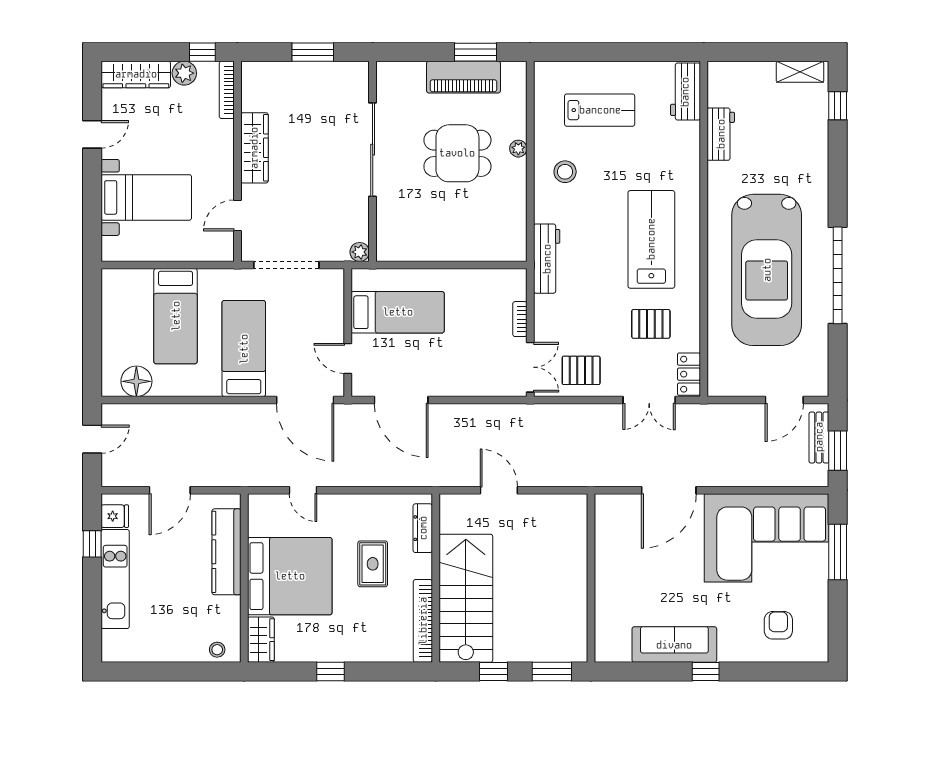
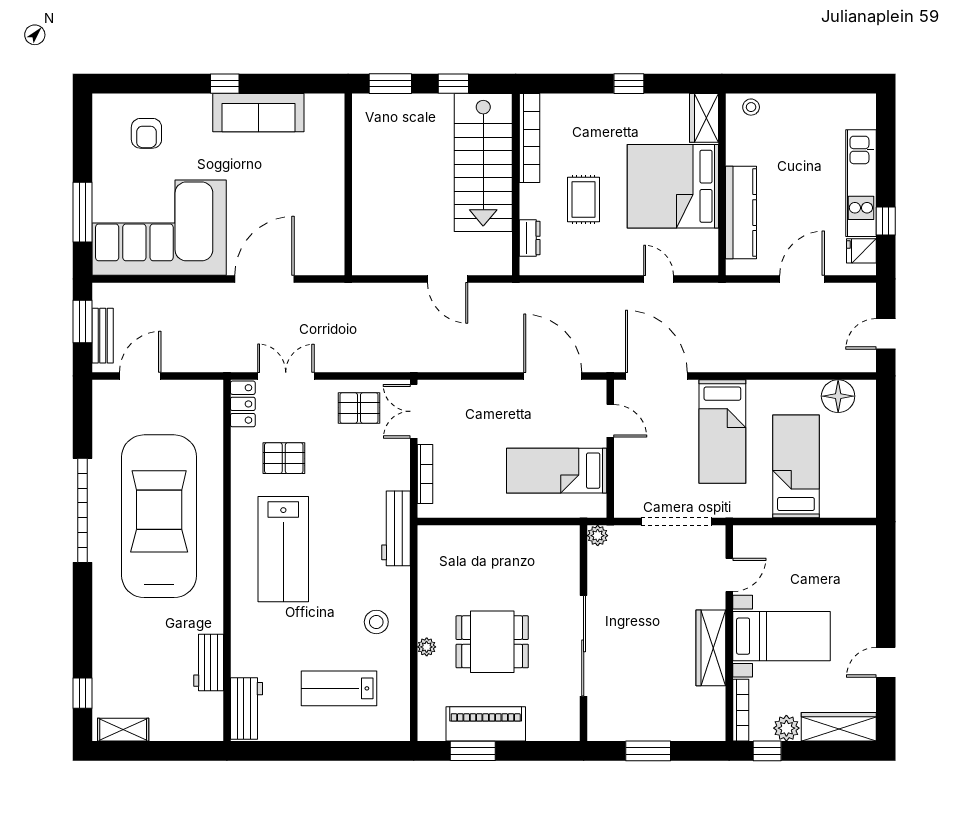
bed with nightstands: (146, 197) -> (781, 636), moved, turned 180
bookcase: (520, 319) -> (425, 474), width x1.56
dresser: (423, 528) -> (530, 238), width x0.70

